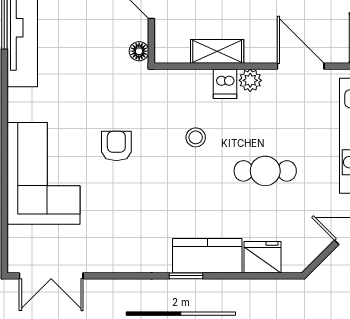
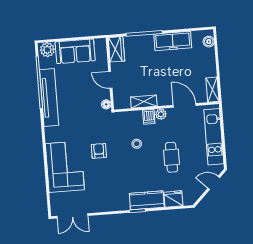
cafe table: (265, 171) -> (171, 157), turned 90

